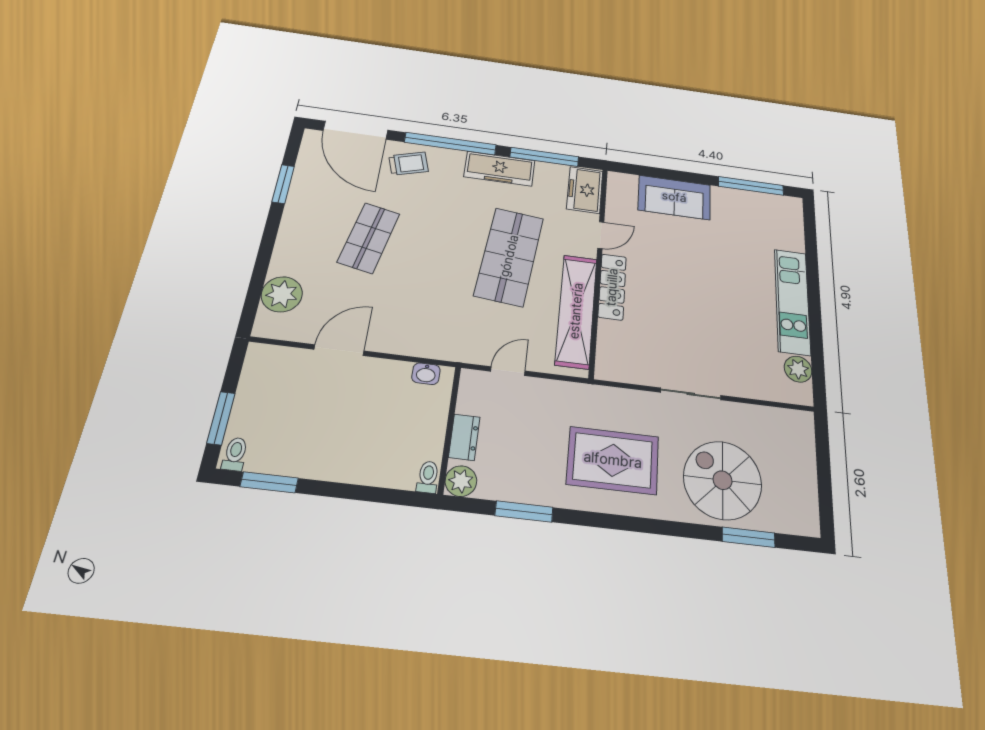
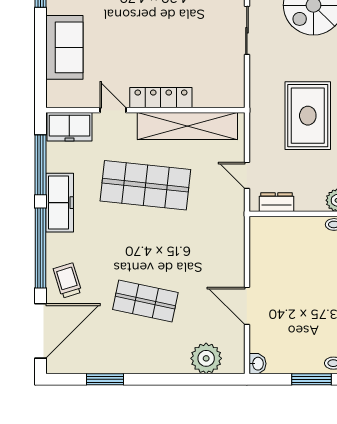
washbasin: (426, 374) -> (257, 364), moved
dresser: (464, 437) -> (276, 202), moved
rug: (613, 460) -> (308, 116), moved

